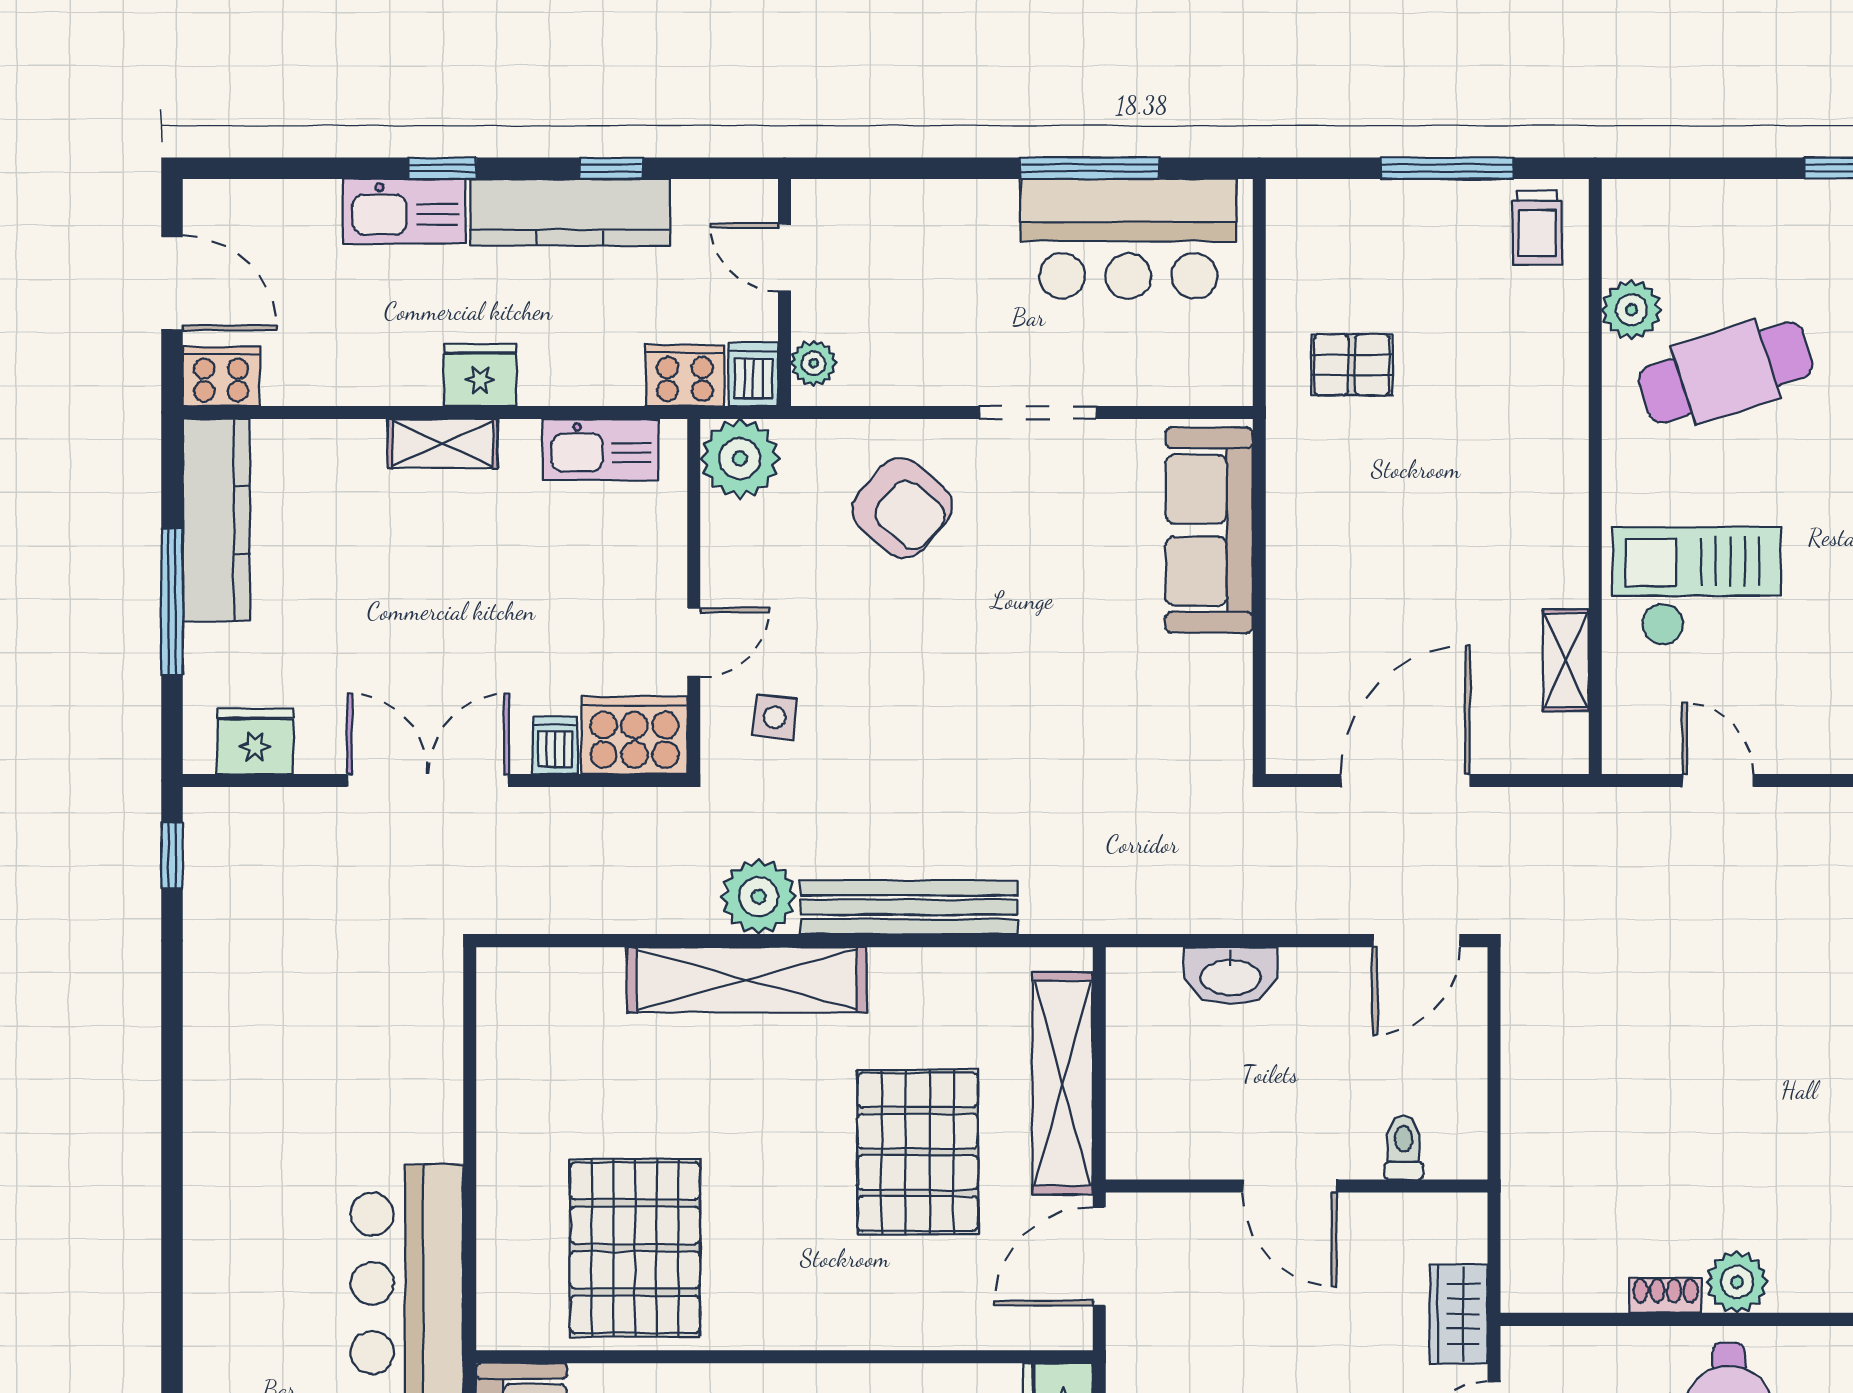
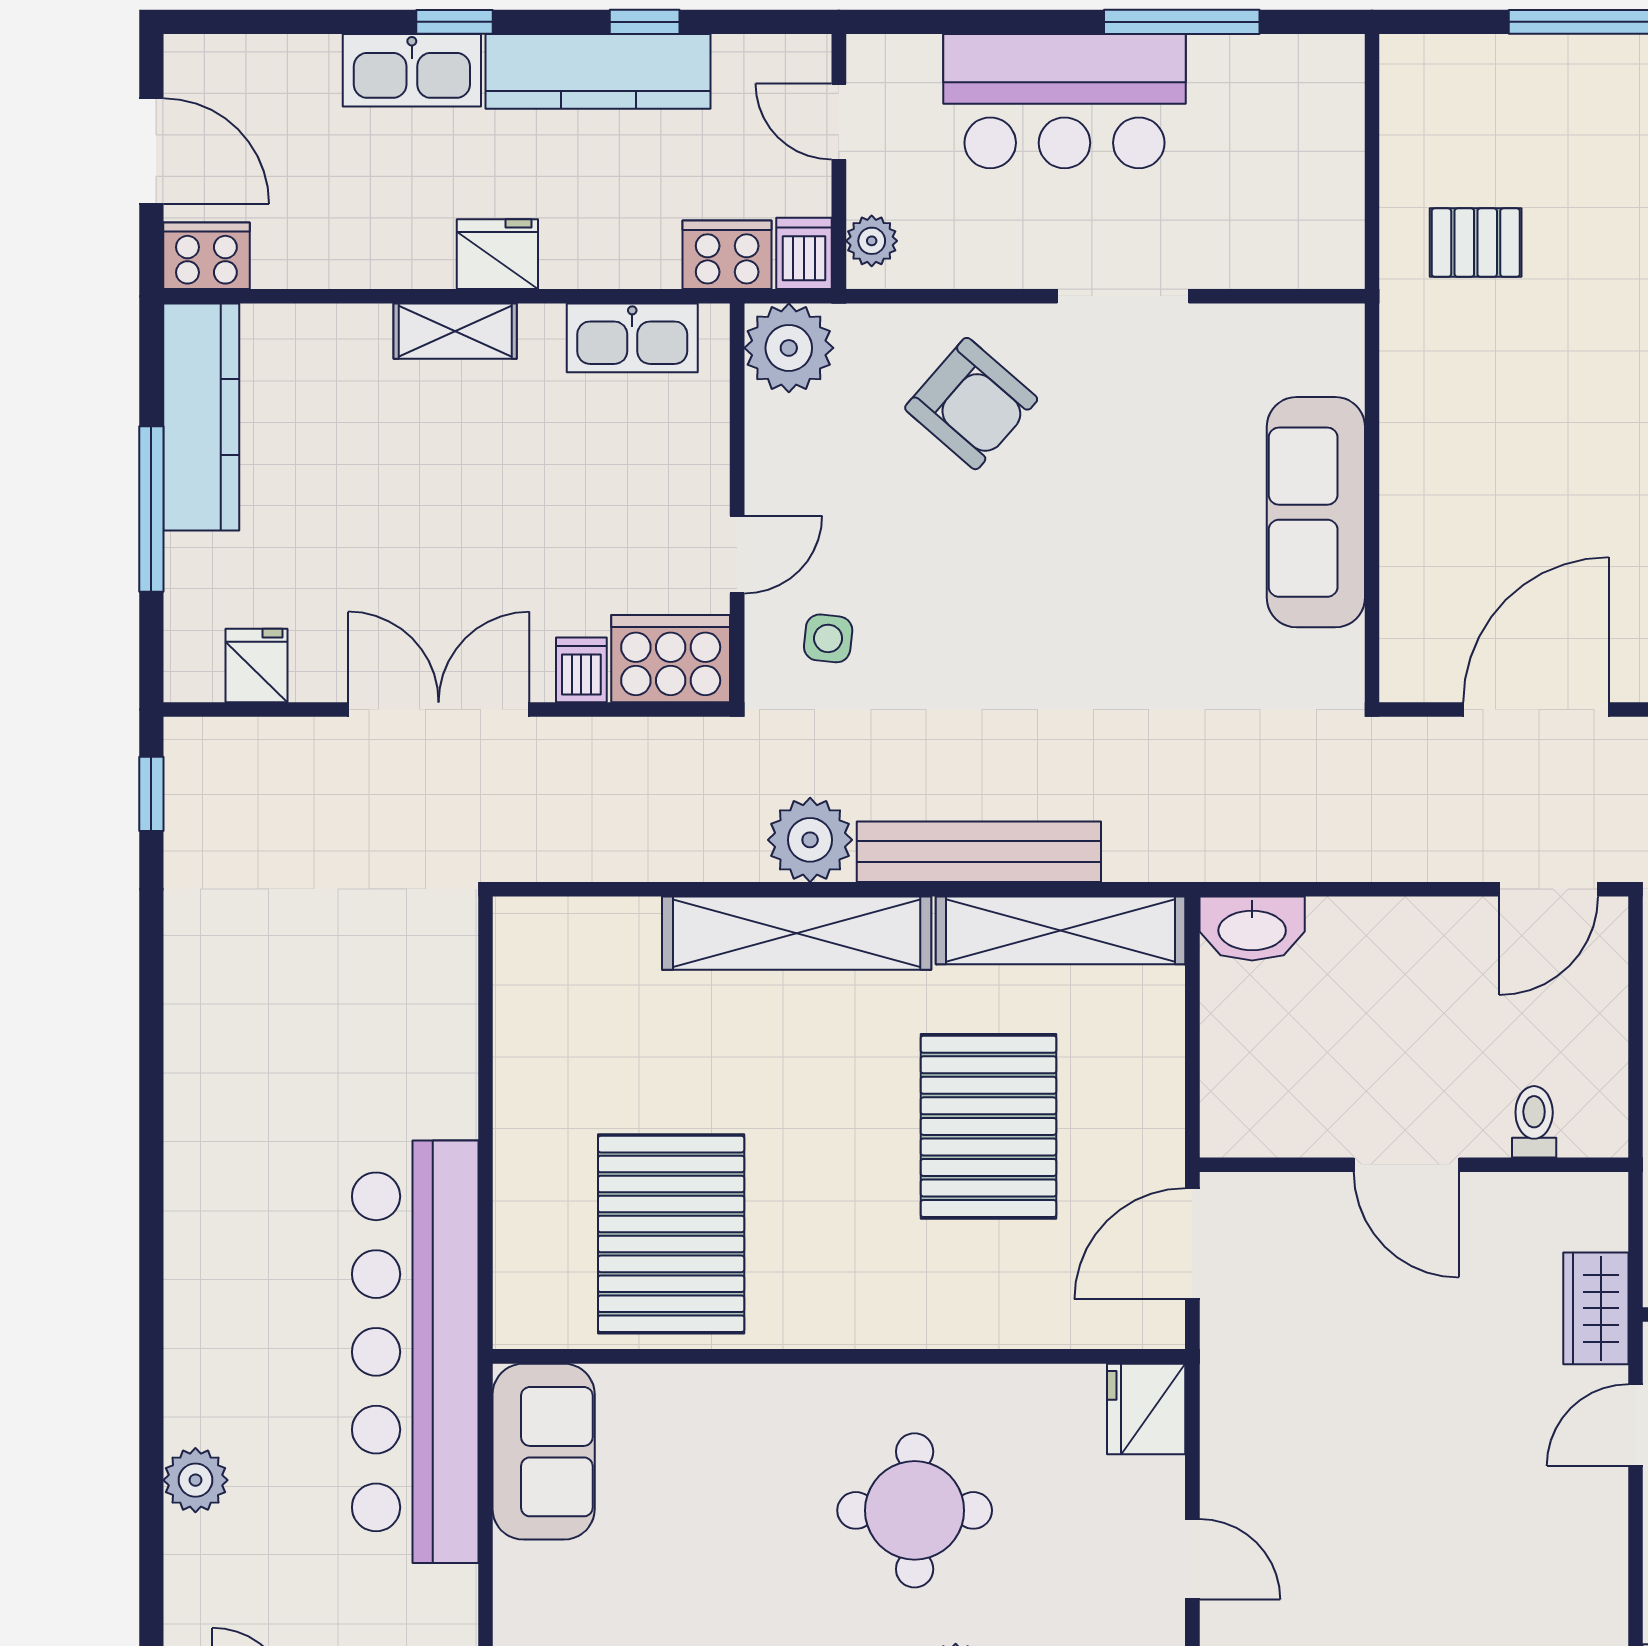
bar counter: (1128, 239) -> (1064, 101), moved
sofa: (1209, 530) -> (1316, 512), moved
fridge: (255, 741) -> (256, 666), width x0.72
washbasin: (1231, 976) -> (1252, 929), moved
shelving: (1063, 1083) -> (1060, 930), moved, turned 90

